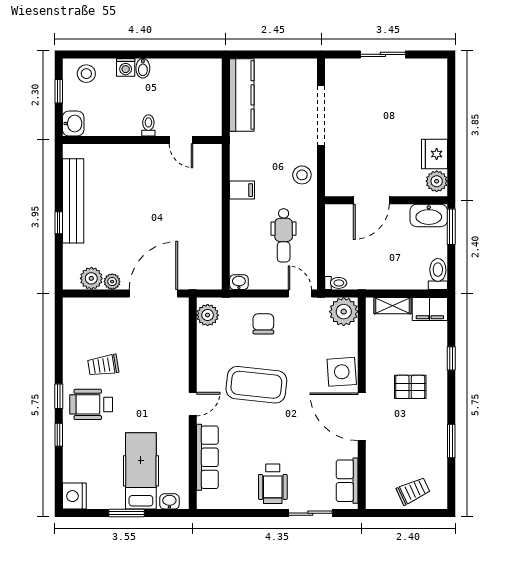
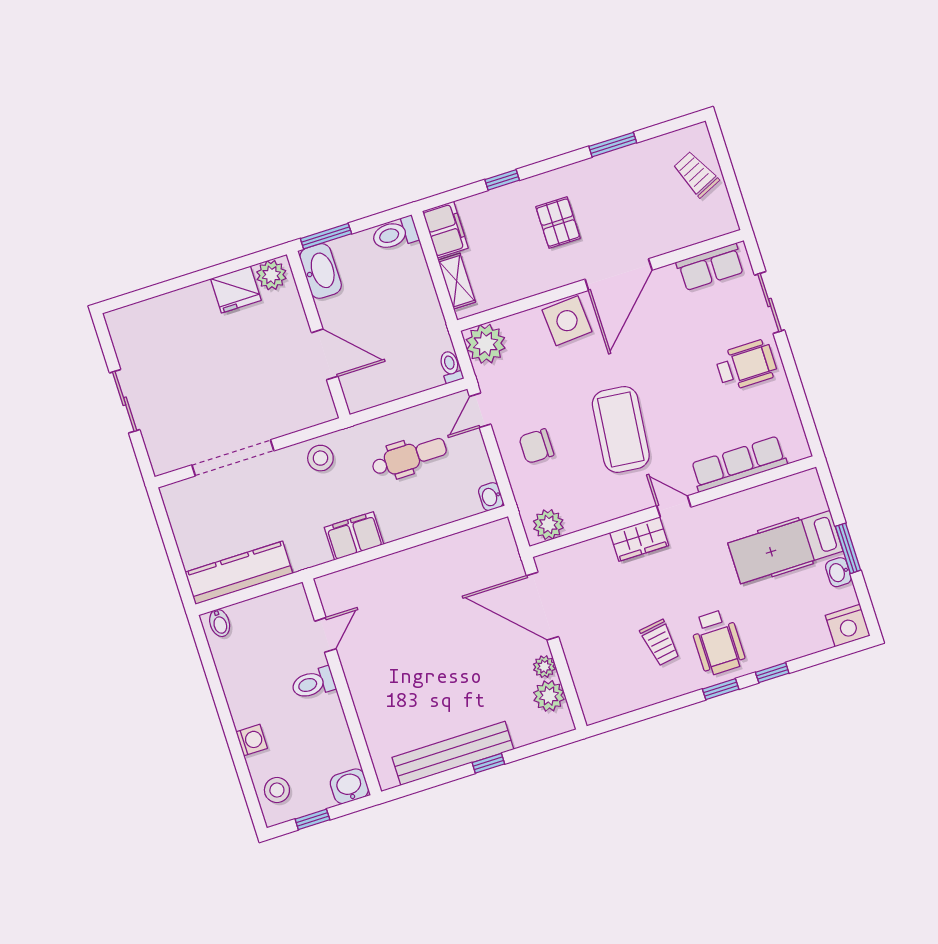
bidet: (143, 68) -> (220, 623), moved, turned 90
toilet: (148, 125) -> (313, 683), width x1.37, depth x1.39
filing cabinet: (242, 190) -> (354, 536), width x2.00
wardrobe: (178, 374) -> (639, 539), added
washbasin: (169, 501) -> (838, 572), moved

